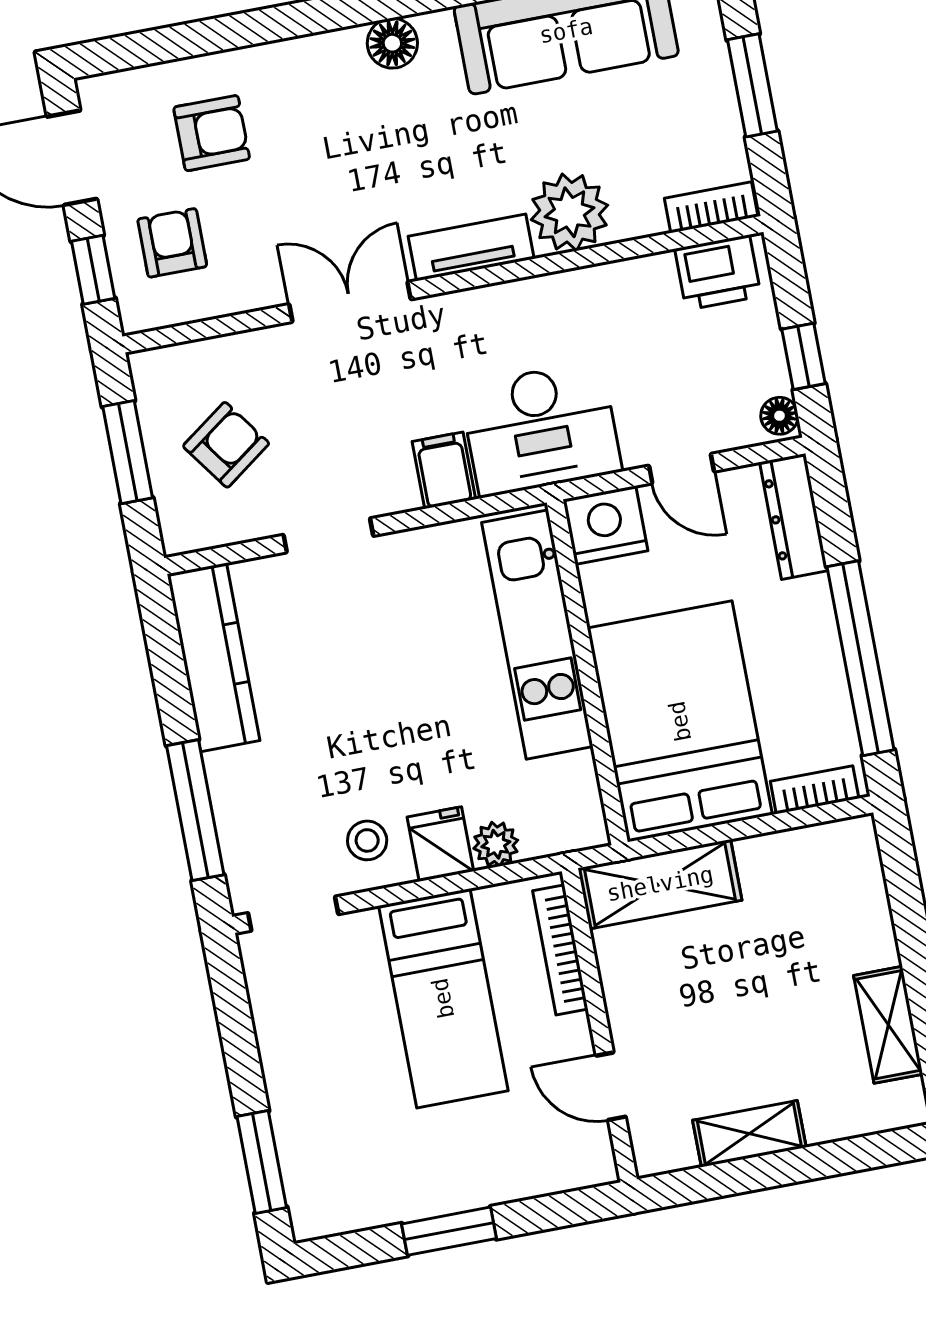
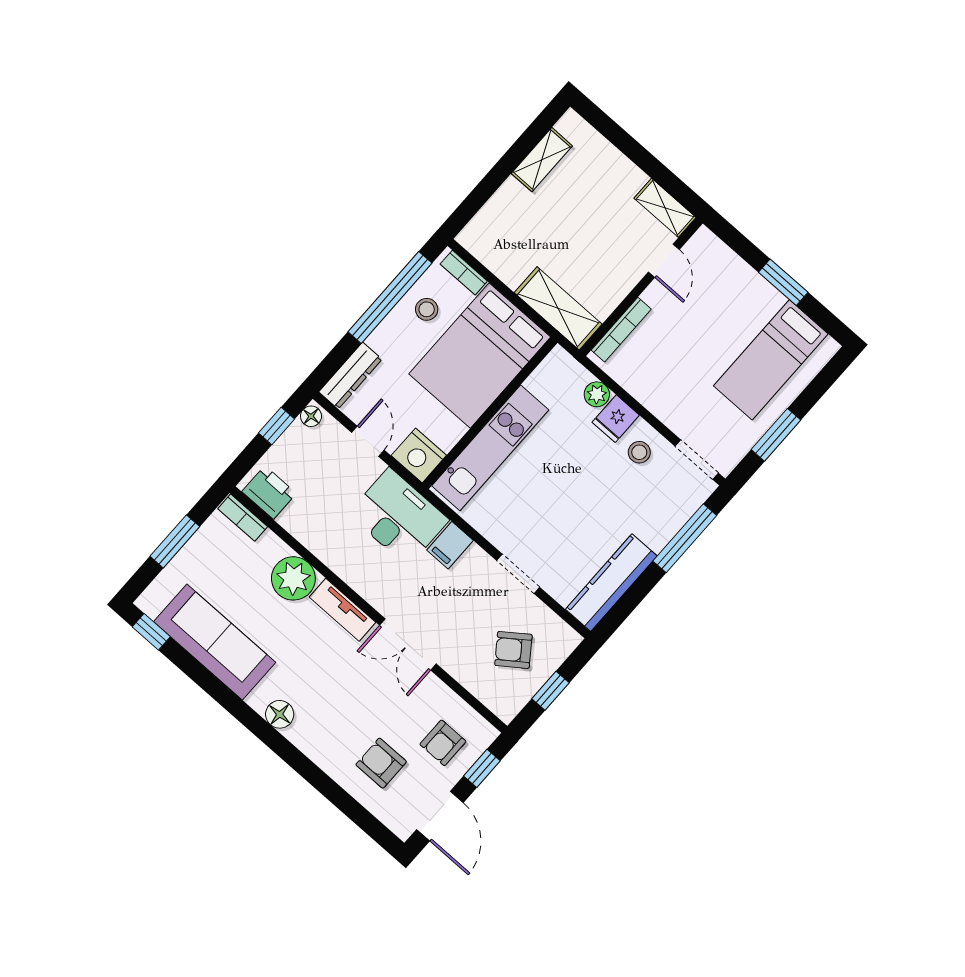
window: (128, 452) -> (550, 691), width x0.67
stool: (803, 697) -> (427, 309), added
bed: (443, 998) -> (771, 360), moved, turned 180
shelving: (749, 1134) -> (665, 208), moved
window: (262, 1162) -> (776, 435), moved

